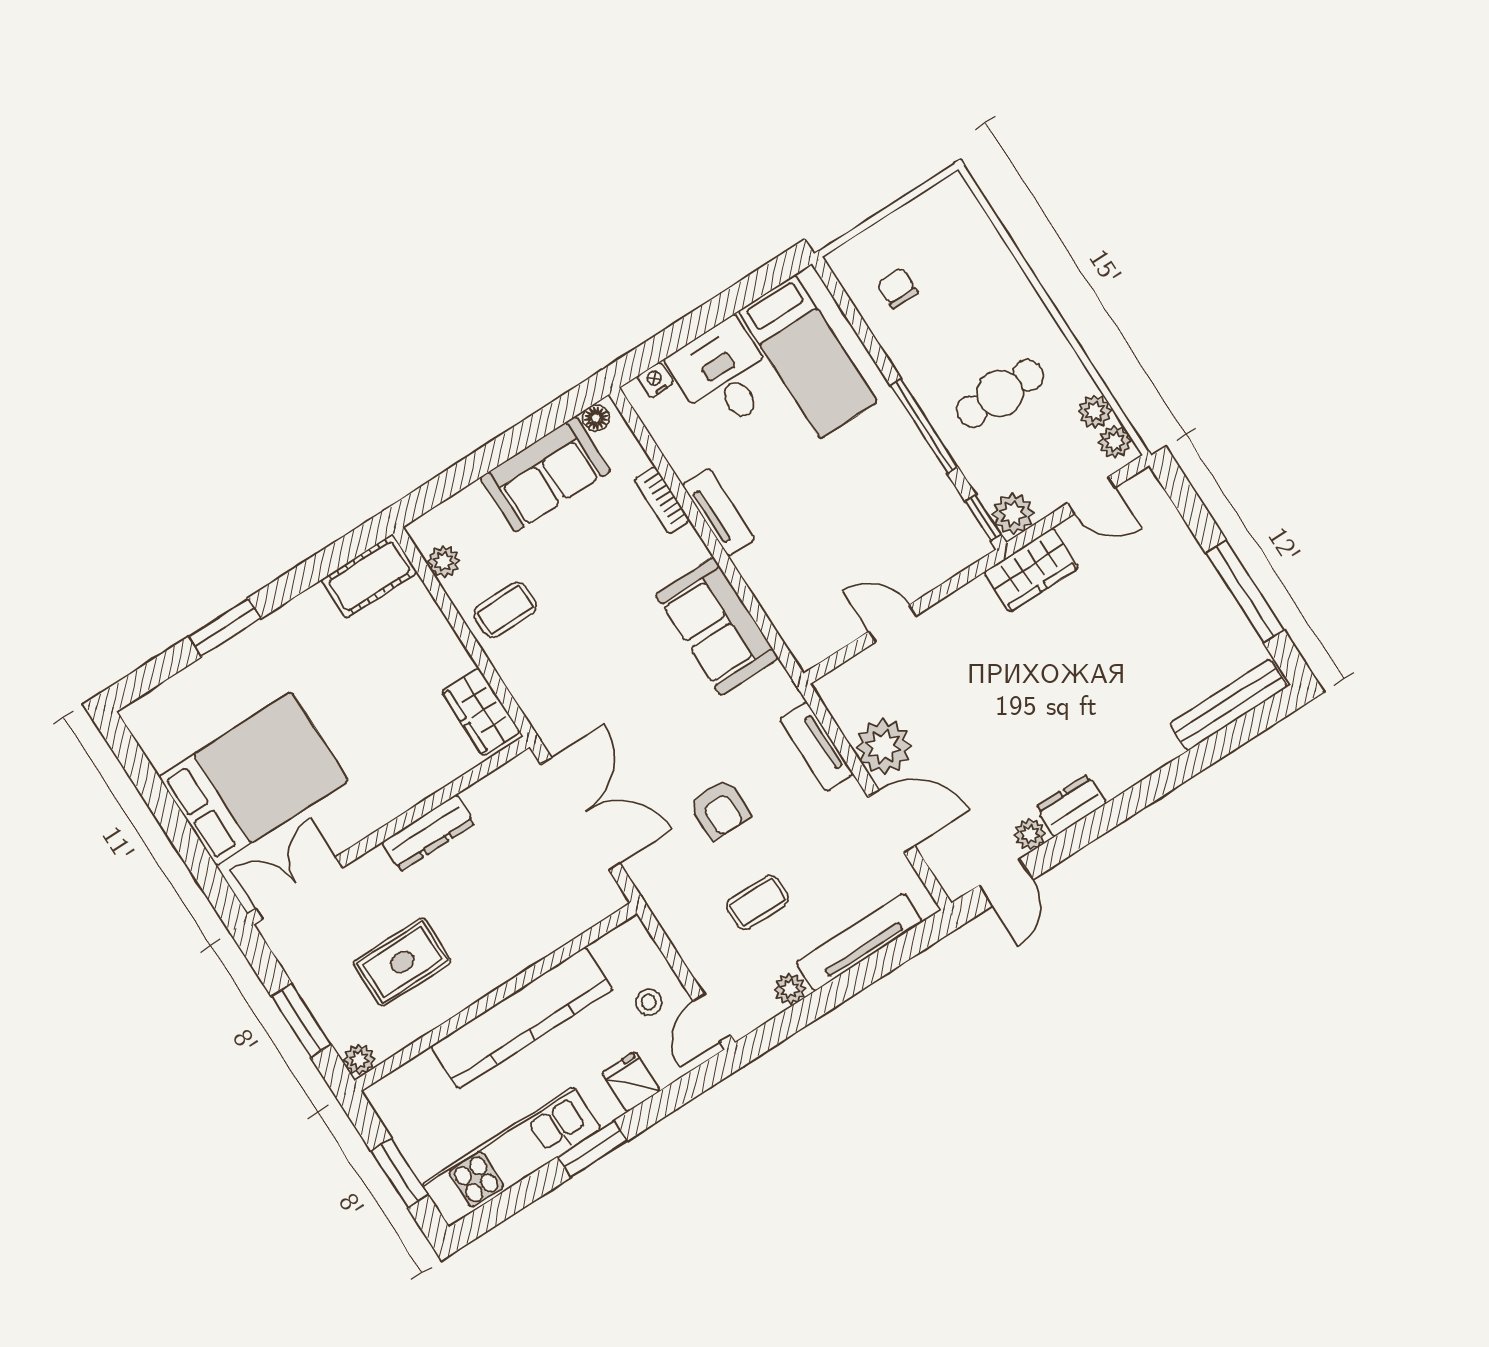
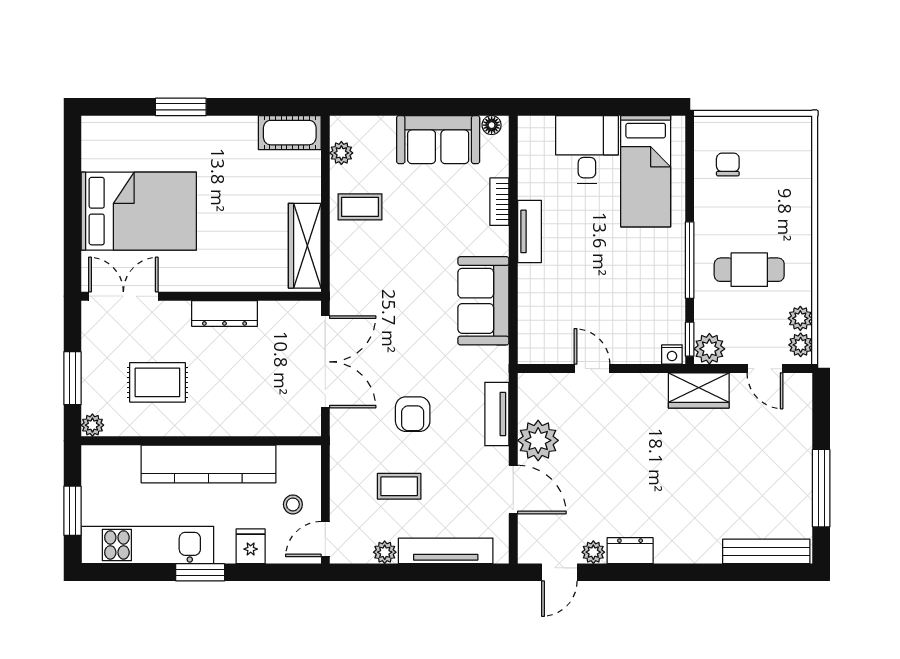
nightstand: (655, 380) -> (672, 354), moved, turned 180
wardrobe: (481, 712) -> (305, 246), width x1.50

